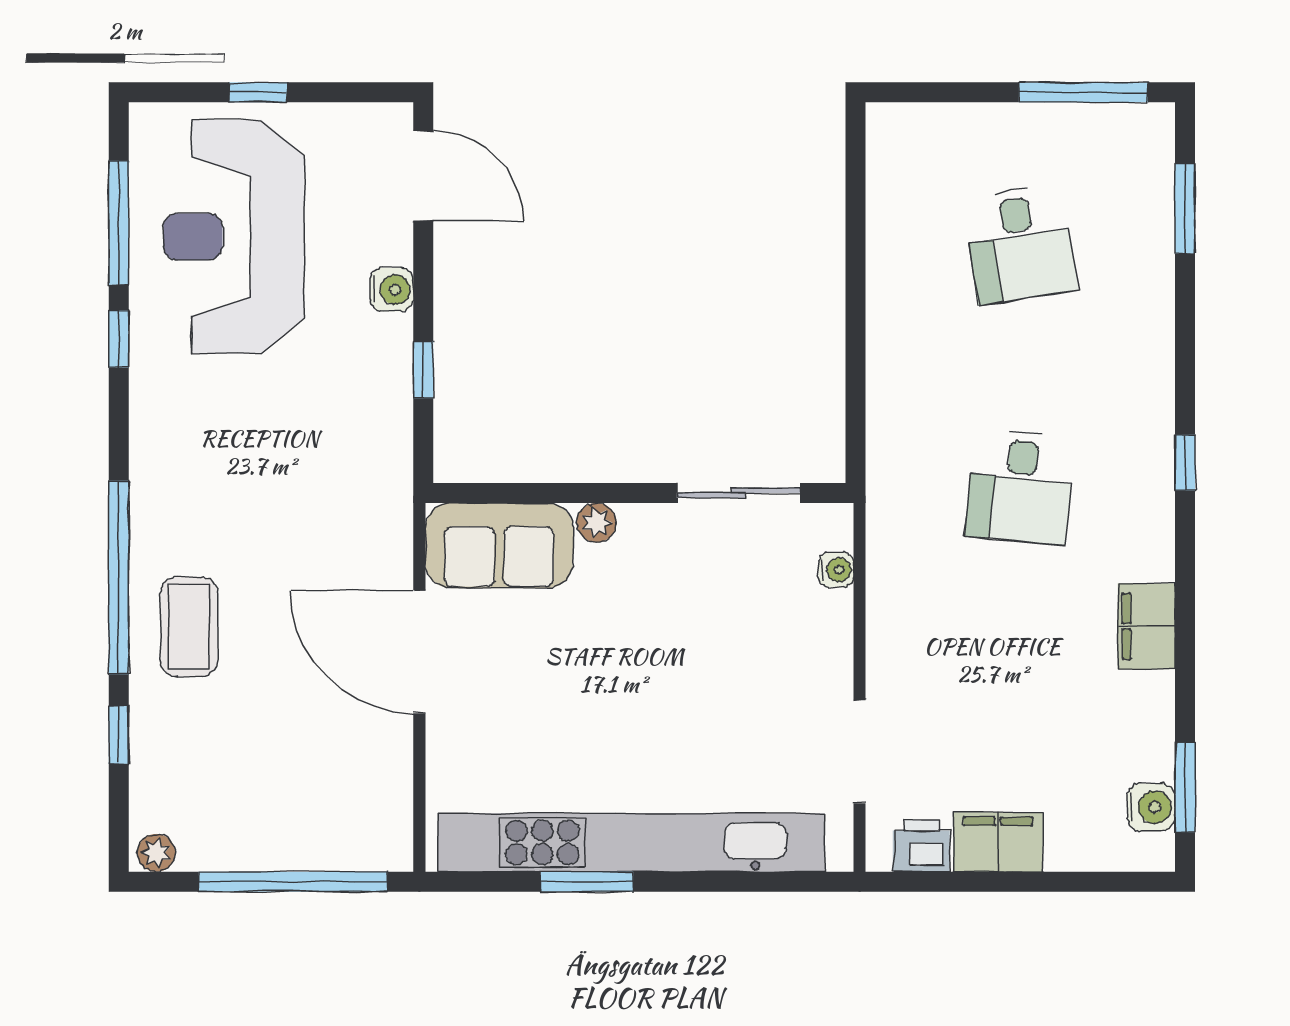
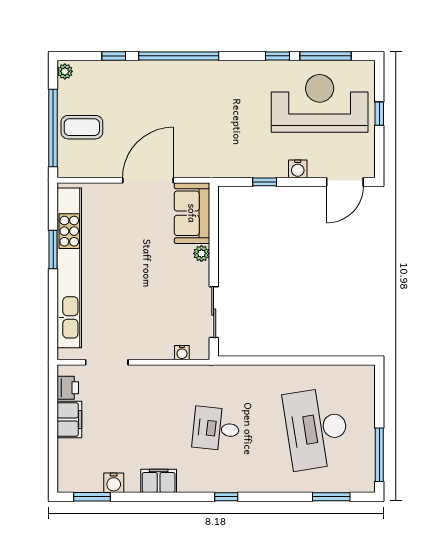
desk: (1020, 244) -> (317, 429), width x1.87, depth x1.30
coffee table: (189, 627) -> (82, 127), moved
water cooler: (1151, 807) -> (114, 483), moved

